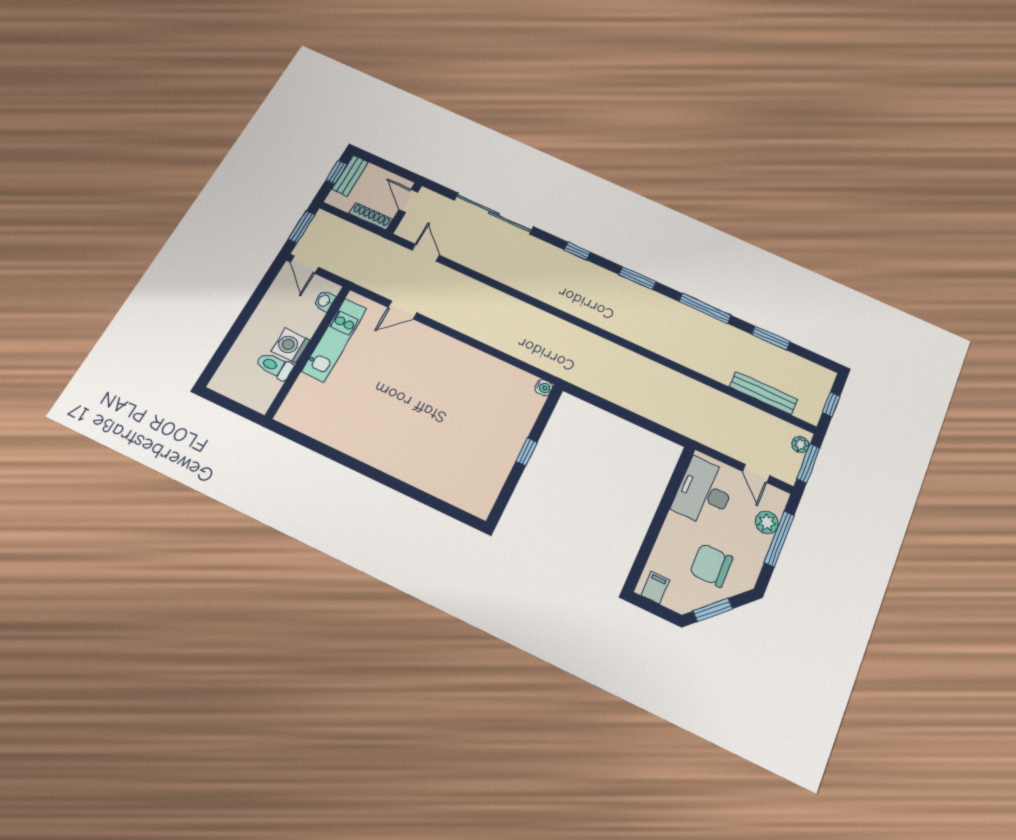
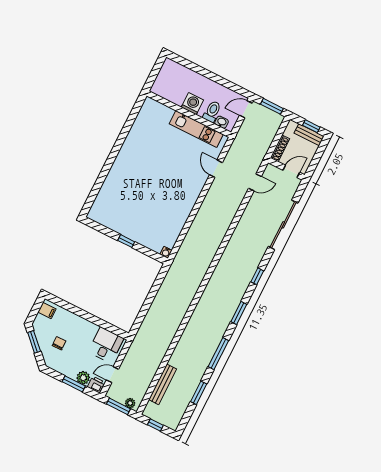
toilet: (274, 366) -> (212, 111), moved
desk: (704, 492) -> (106, 345), width x0.73
printer: (776, 501) -> (96, 385), added
window: (779, 539) -> (74, 384), width x0.69
chair: (711, 565) -> (59, 343), width x0.54, depth x0.54

